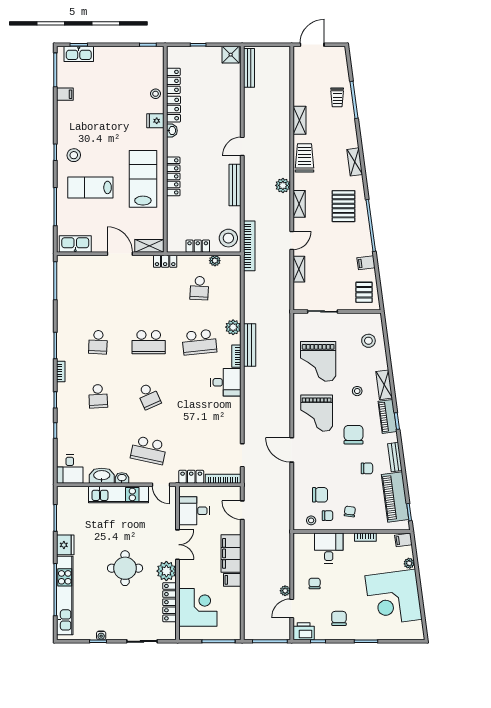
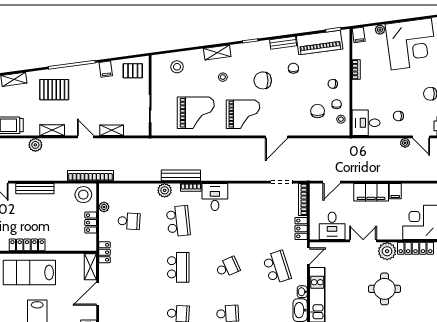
piano: (388, 416) -> (246, 49), removed
school desk: (149, 450) -> (277, 267), turned -30
desk: (329, 548) -> (366, 123), moved

